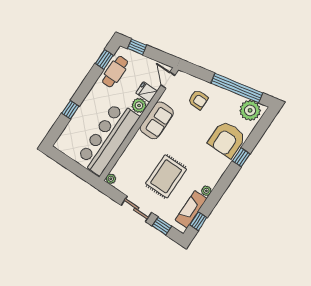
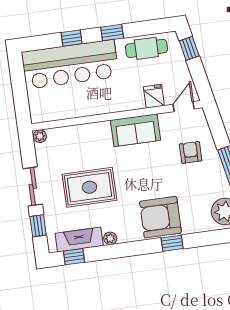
window: (104, 59) -> (112, 33), moved
armchair: (198, 100) -> (191, 152), turned 180
plant: (139, 105) -> (135, 100), removed
bar counter: (108, 138) -> (70, 64), moved, turned 180
armchair: (227, 139) -> (160, 217), moved

